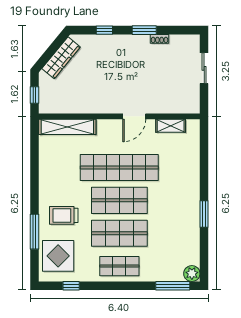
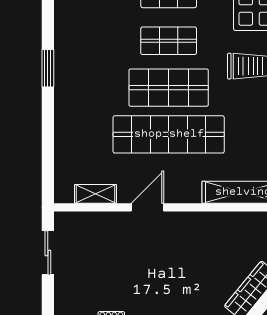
sliding door: (204, 68) -> (48, 253), moved
shop shelf: (119, 233) -> (169, 41), width x0.70, depth x0.74

